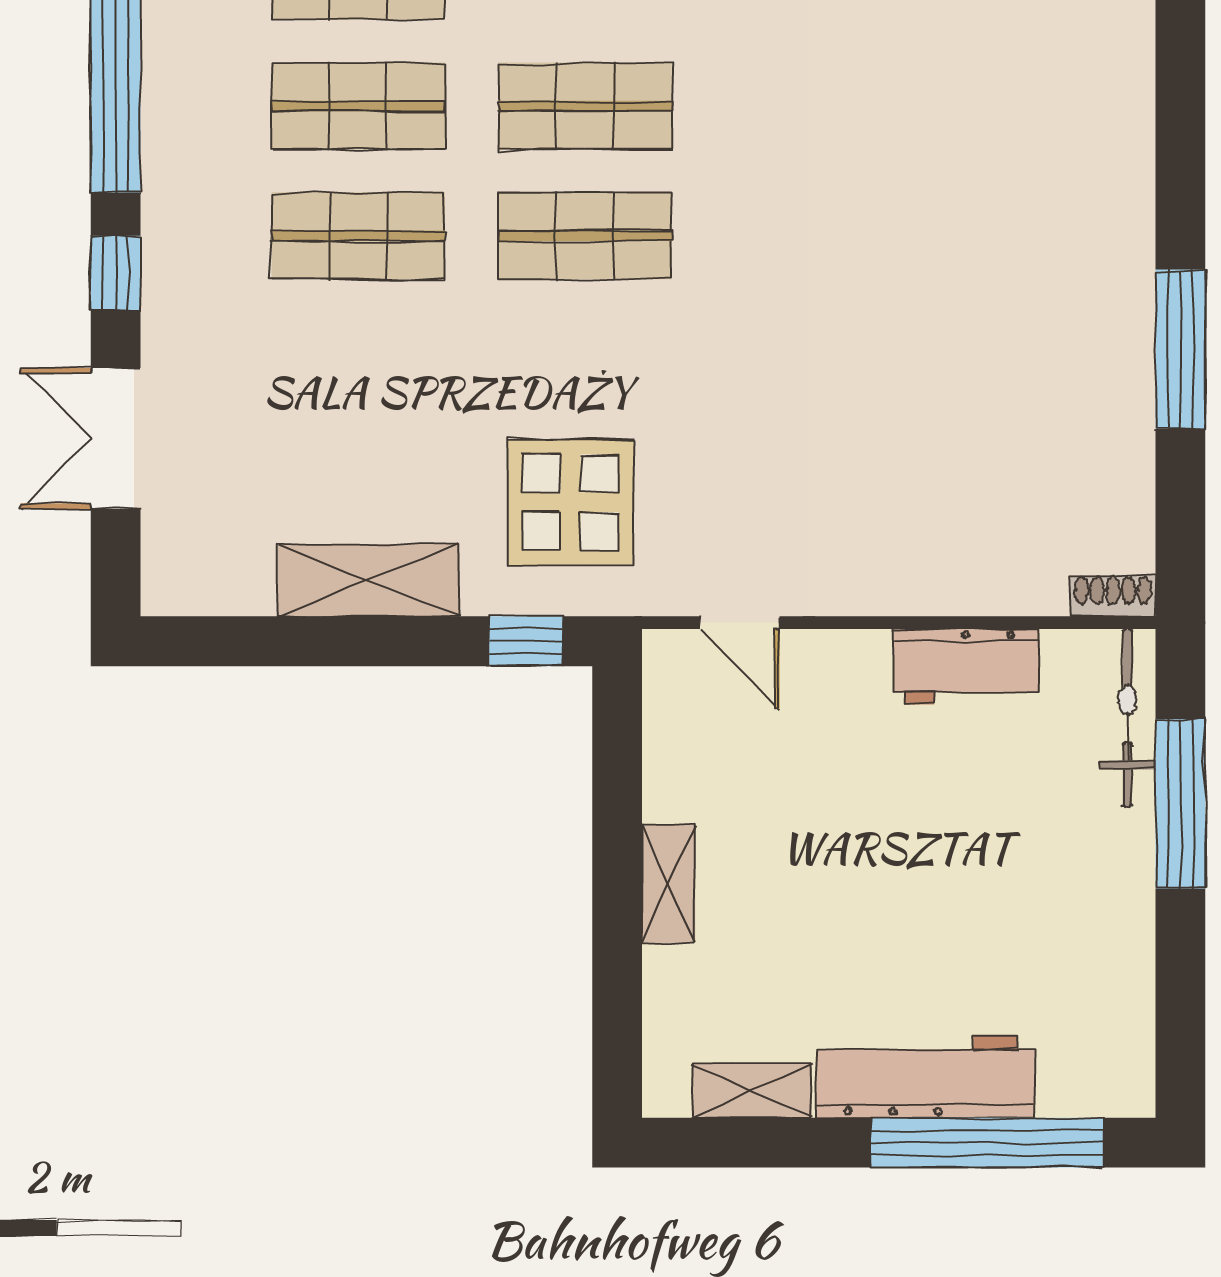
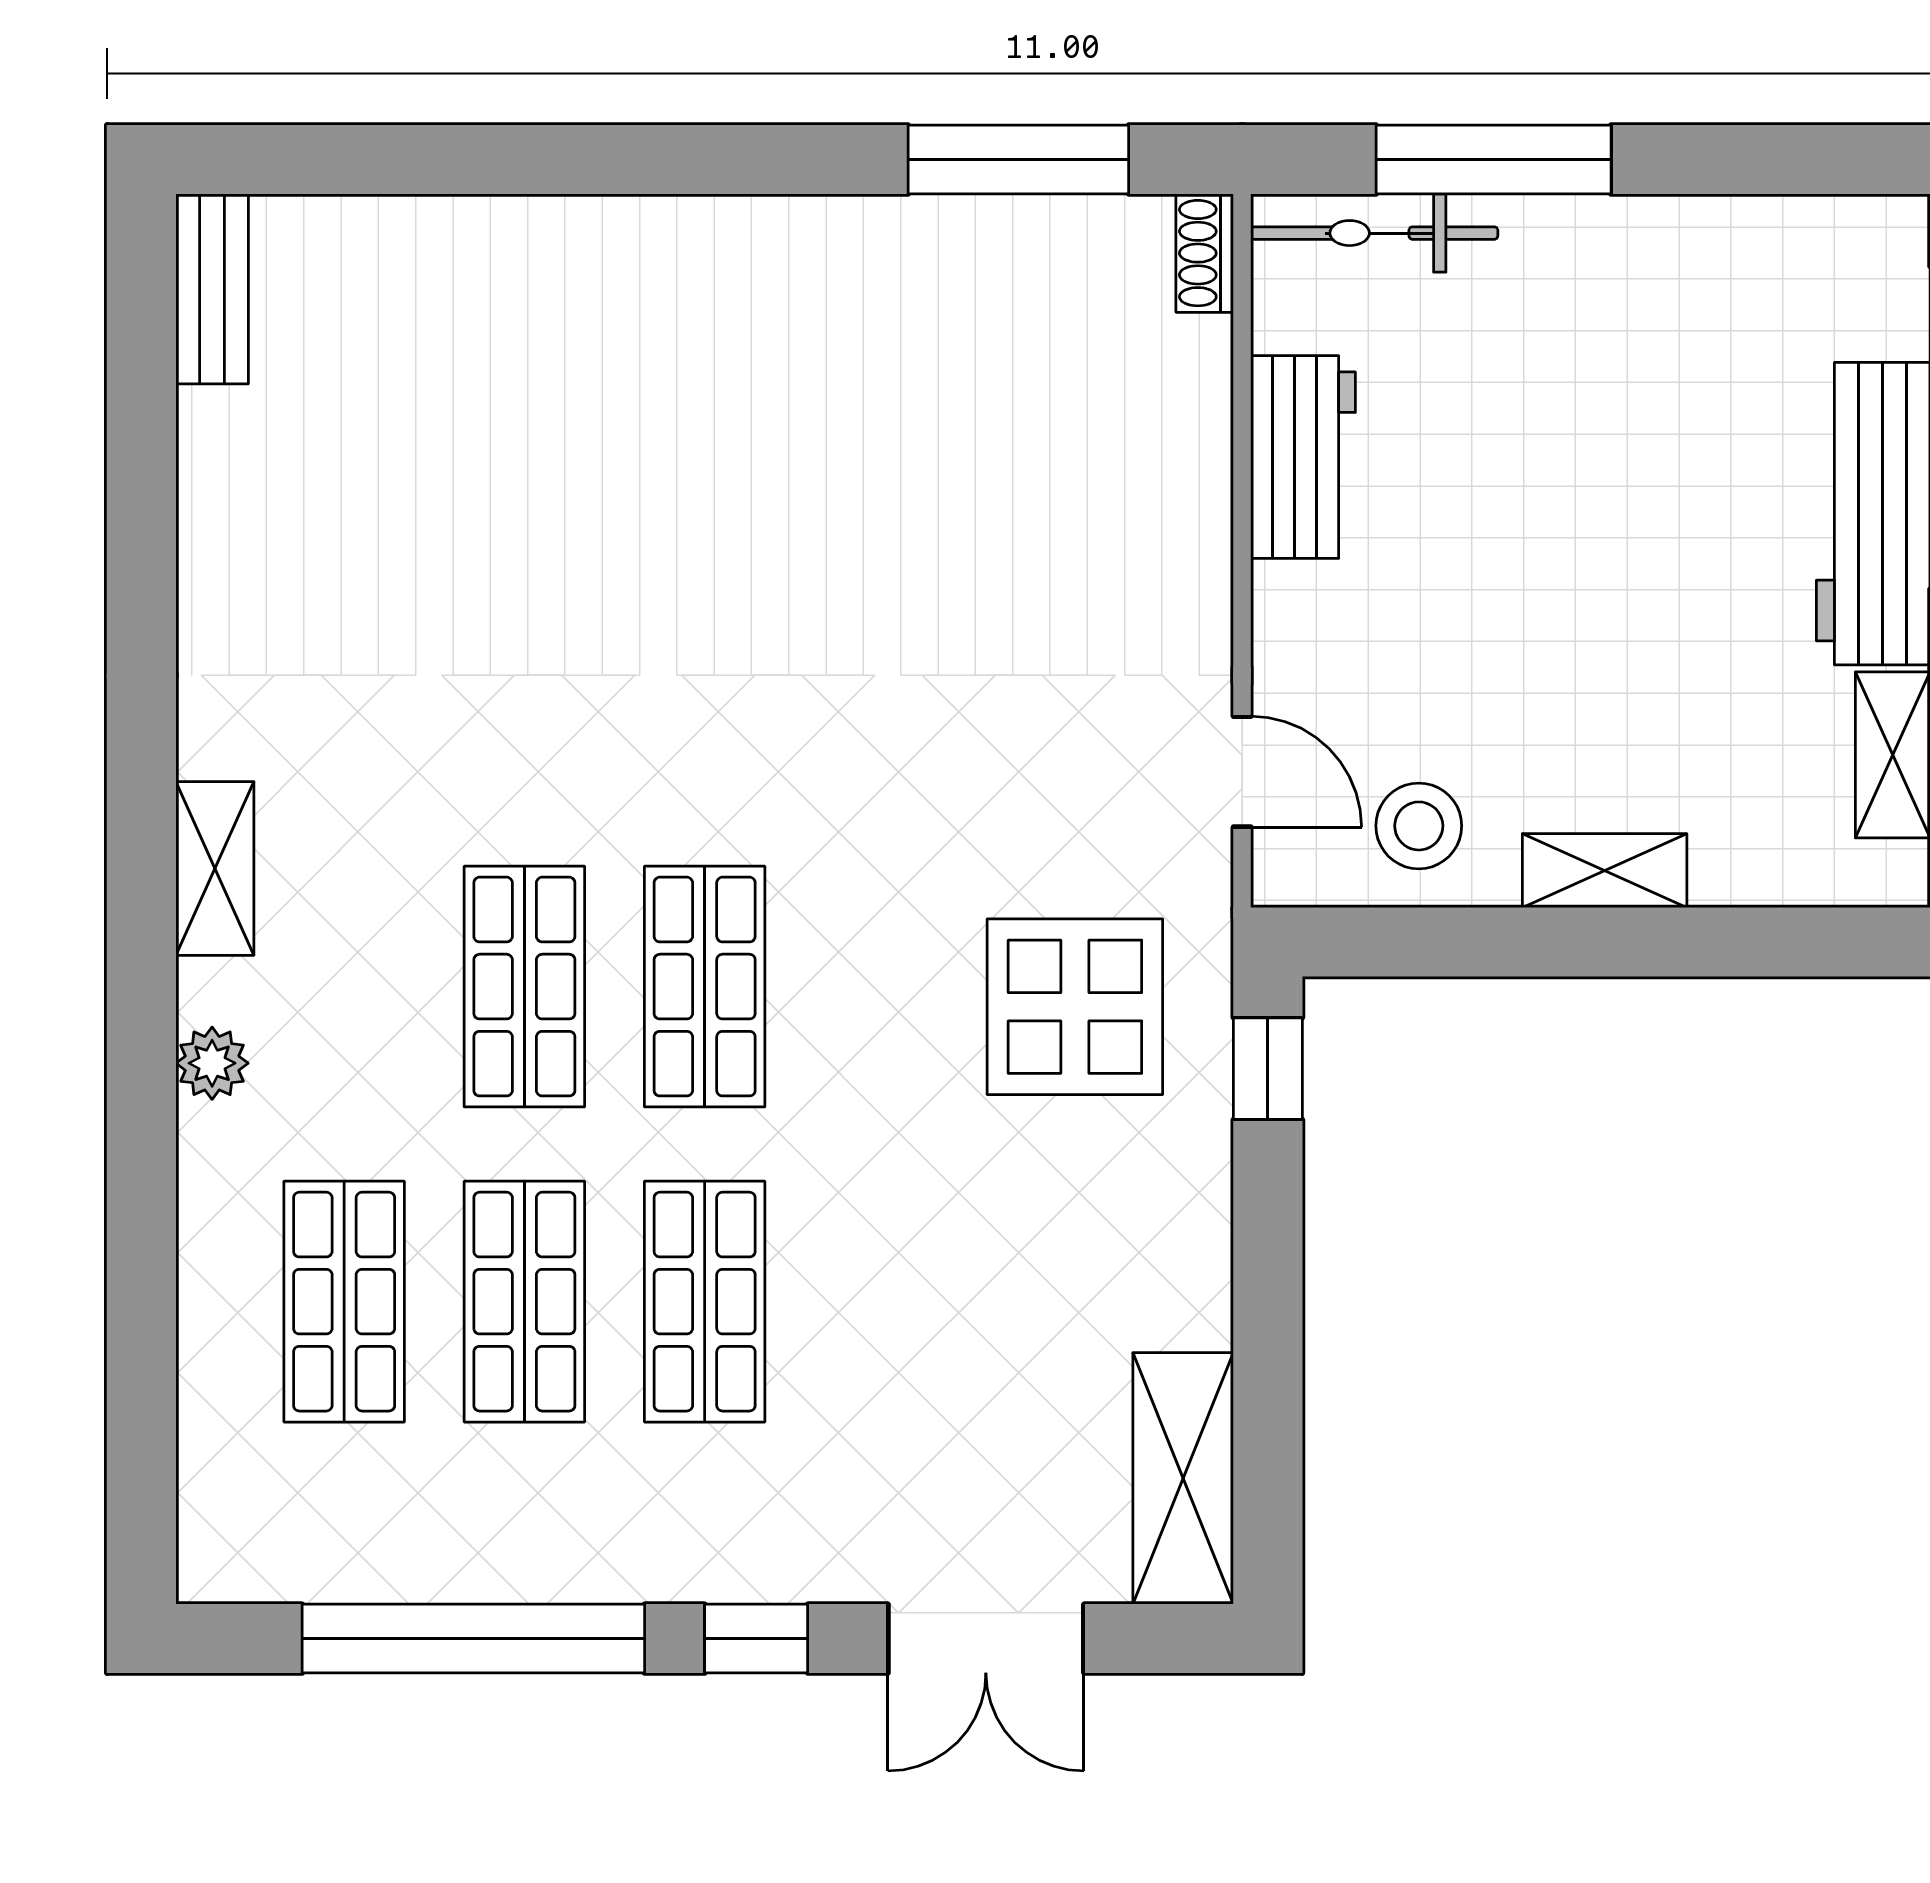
window: (1180, 349) -> (1018, 159), moved
shelving: (368, 580) -> (1183, 1478), moved
door: (740, 623) -> (1242, 772), hinge flipped
stool: (701, 750) -> (1419, 826), added

